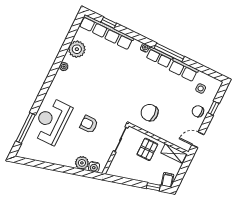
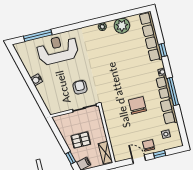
window: (109, 23) -> (163, 50), moved
chair: (150, 113) -> (137, 105), moved
armchair: (89, 124) -> (80, 87), moved
door: (198, 140) -> (139, 159), moved
pallet: (147, 149) -> (81, 140), moved
plant: (82, 163) -> (46, 95), removed
water cooler: (94, 167) -> (36, 80), moved

